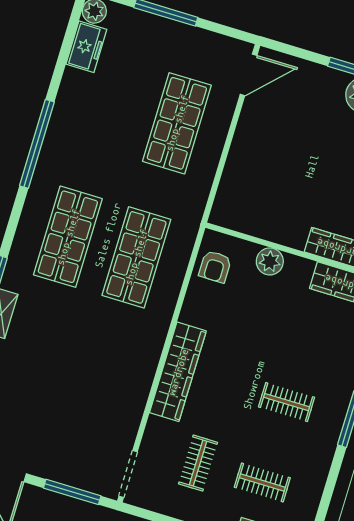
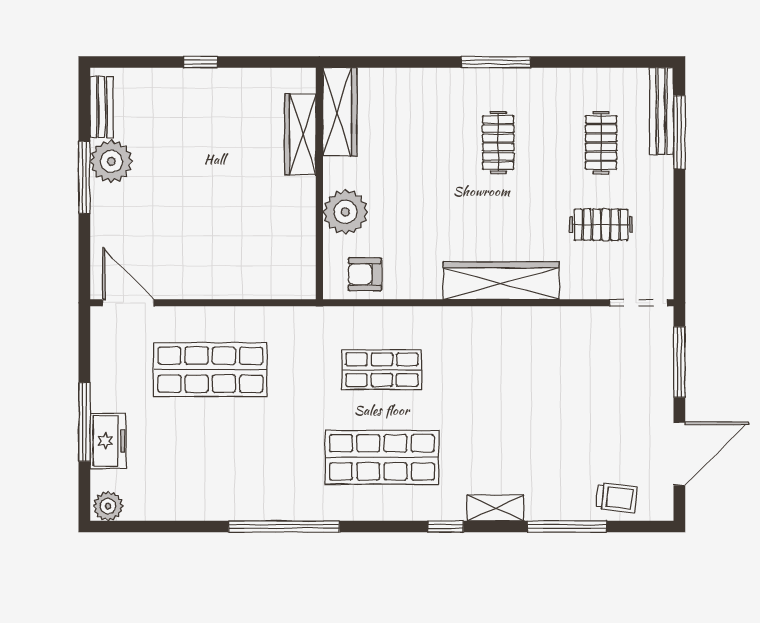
freezer: (86, 47) -> (108, 441), moved, turned 90
shop shelf: (136, 257) -> (382, 370), width x0.70, depth x0.74
plant: (270, 261) -> (345, 212), width x1.36, depth x1.36
armchair: (215, 267) -> (365, 274), turned 180

